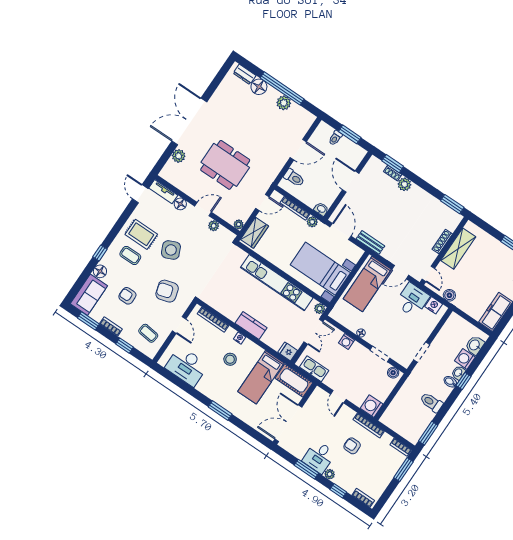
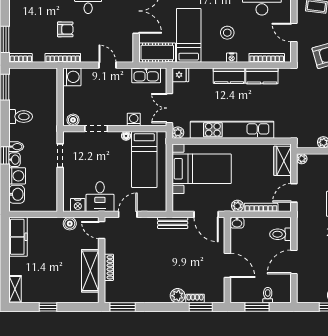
bed: (367, 284) -> (144, 159), moved, turned 180
kitchen counter: (226, 308) -> (262, 76), added

